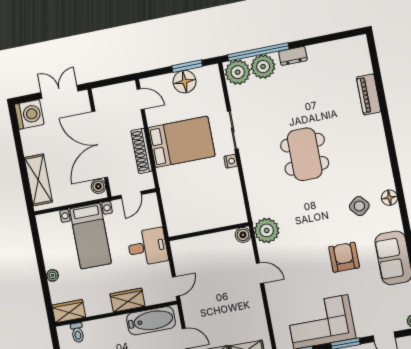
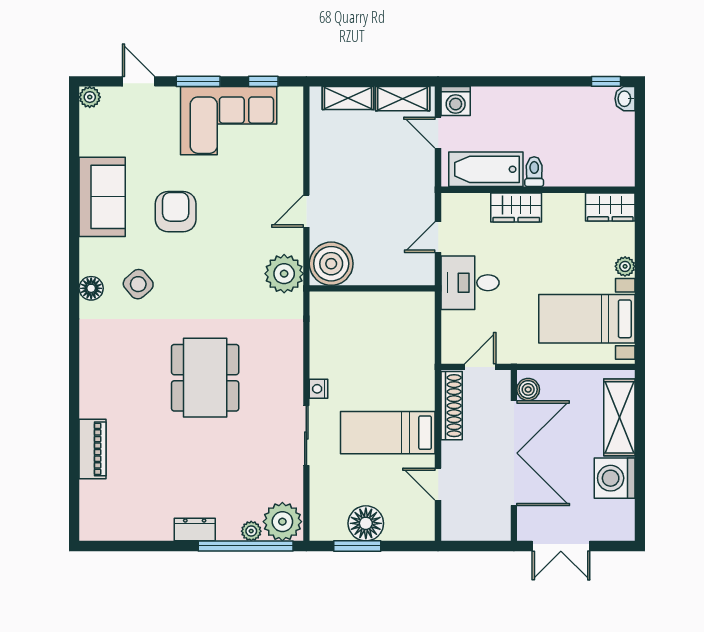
plant: (263, 67) -> (251, 531), width x0.53, depth x0.53
door: (141, 99) -> (438, 484), moved
washing machine: (29, 114) -> (615, 478), moved
bed: (181, 142) -> (388, 433), width x0.67
shoe rack: (141, 151) -> (452, 406), moved
boiler: (243, 235) -> (331, 264), width x1.86, depth x1.86
bed with nightstands: (90, 236) -> (587, 319), moved, turned -90
armchair: (344, 257) -> (176, 212), turned 180
door: (260, 273) -> (306, 211), hinge flipped
door: (176, 286) -> (438, 237), moved
toilet: (77, 333) -> (534, 172), moved

